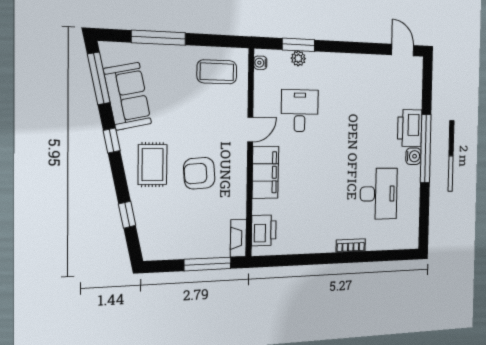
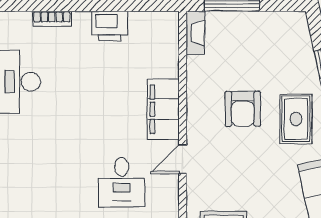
armchair: (199, 173) -> (243, 109), turned 94
printer: (264, 230) -> (110, 26), moved, turned -90

